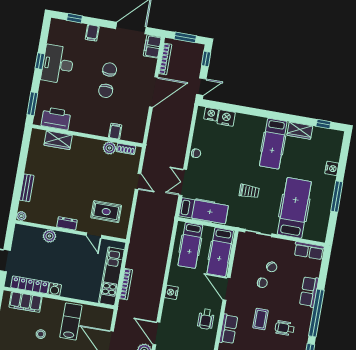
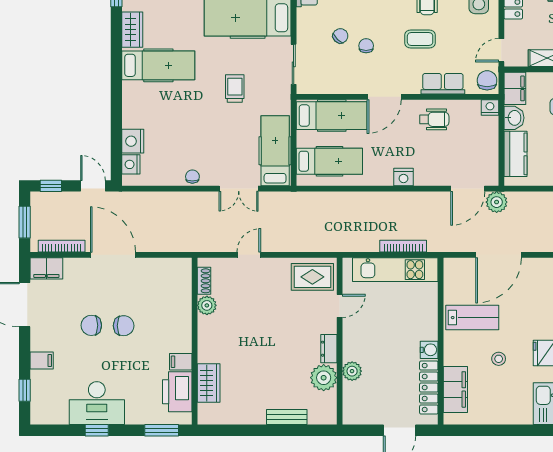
filing cabinet: (115, 131) -> (181, 362), moved
rug: (106, 212) -> (312, 277), moved, turned 90
plant: (21, 216) -> (324, 378), moved, width x1.88, depth x1.88
lab bench: (71, 321) -> (472, 318), turned 180

